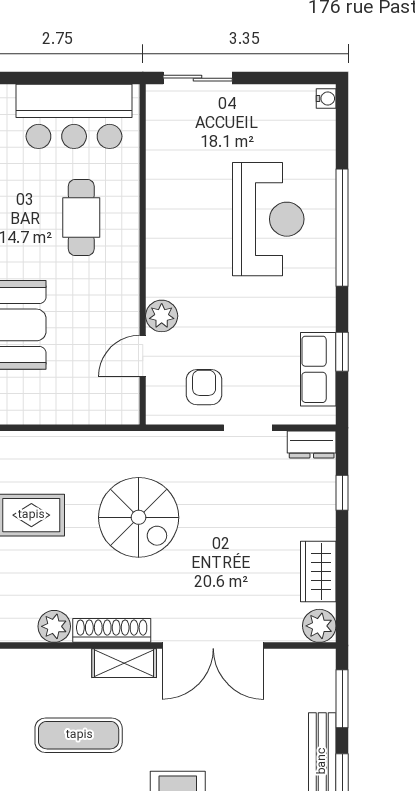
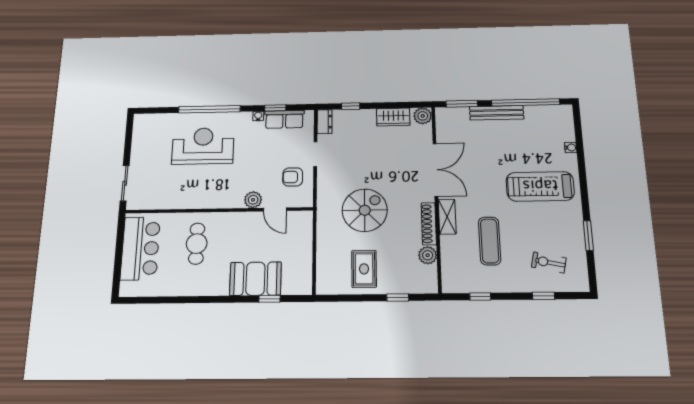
water cooler: (326, 99) -> (258, 116), moved
cafe table: (81, 218) -> (197, 244), turned 90

